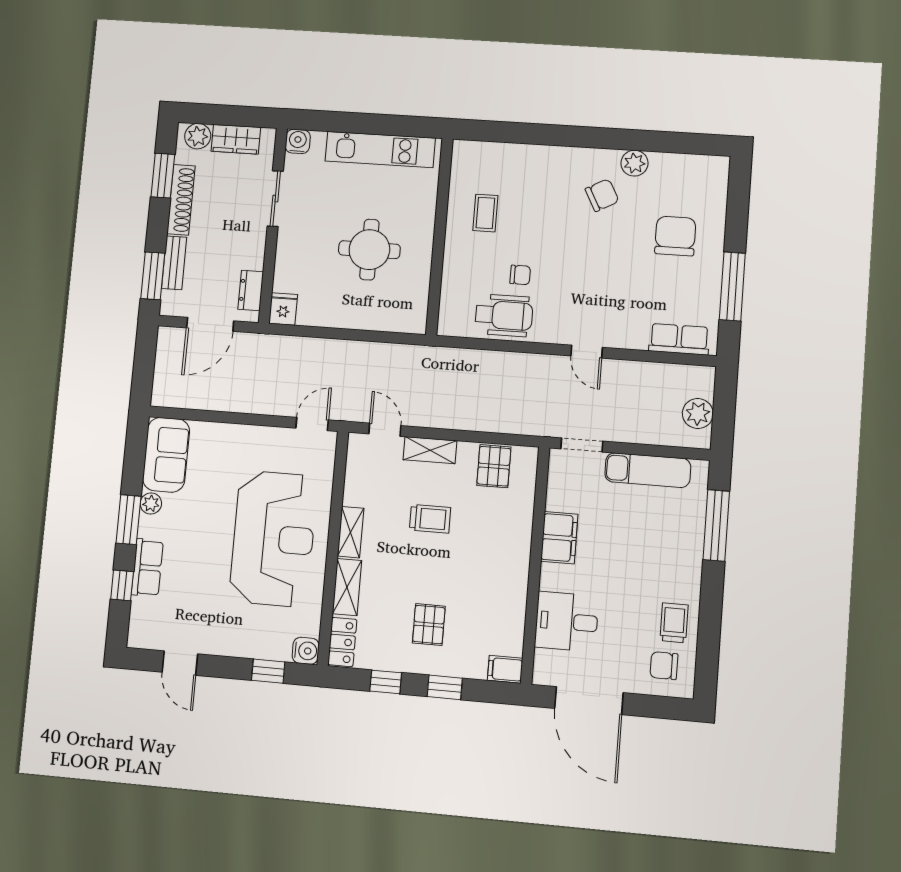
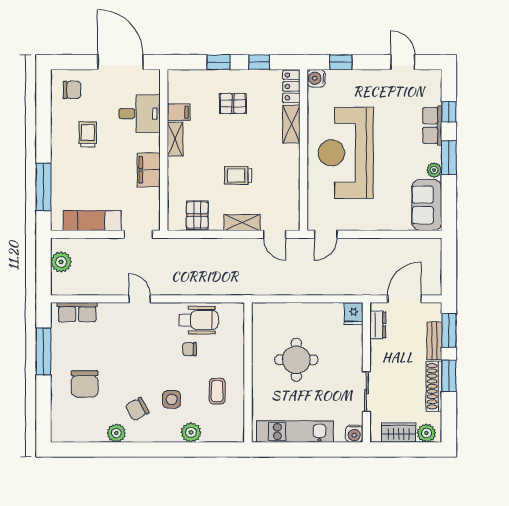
plant: (527, 158) -> (191, 432), added
window: (163, 176) -> (449, 376), moved
side table: (551, 206) -> (172, 399), added
wheelchair: (504, 315) -> (199, 320), turned 180
shelving: (351, 532) -> (175, 139), moved
trolley: (674, 623) -> (88, 134), moved, turned 180
pallet: (429, 625) -> (233, 103), turned 90
filing cabinet: (505, 669) -> (179, 112), moved

